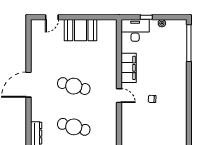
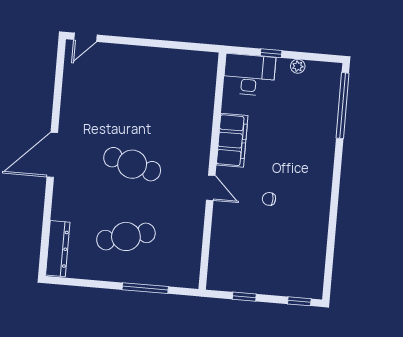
door: (52, 17) -> (85, 37), moved
booth: (80, 30) -> (153, 66), removed
cafe table: (74, 127) -> (126, 236), turned -30

